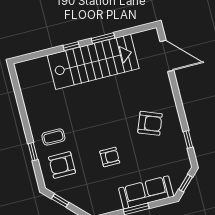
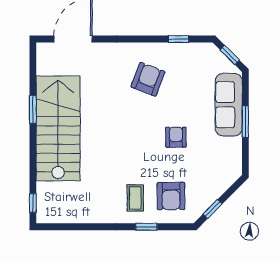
window: (71, 46) -> (33, 203), moved

